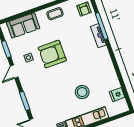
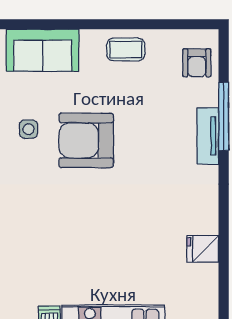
stool: (82, 92) -> (124, 253), removed
fridge: (117, 95) -> (203, 249), moved

